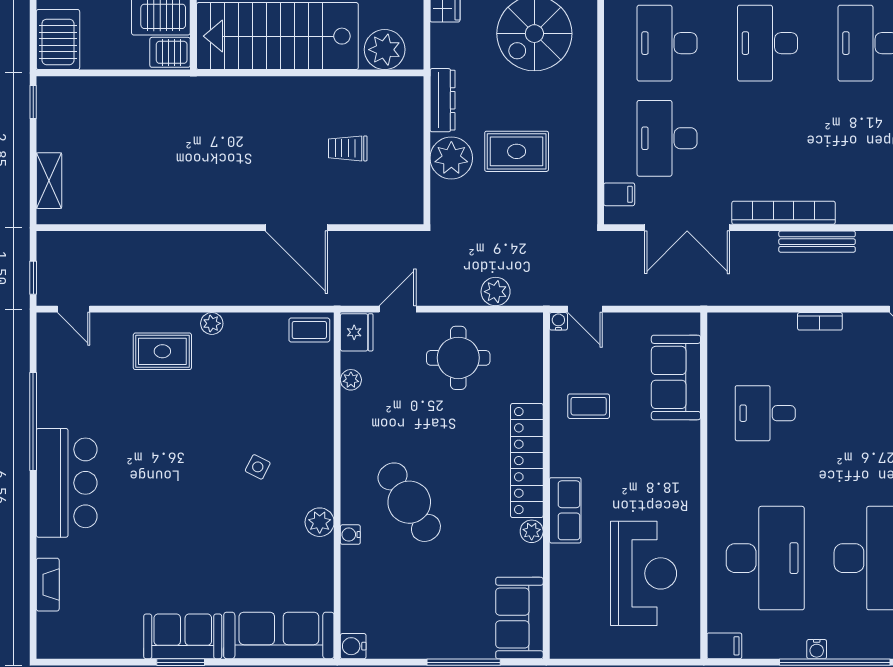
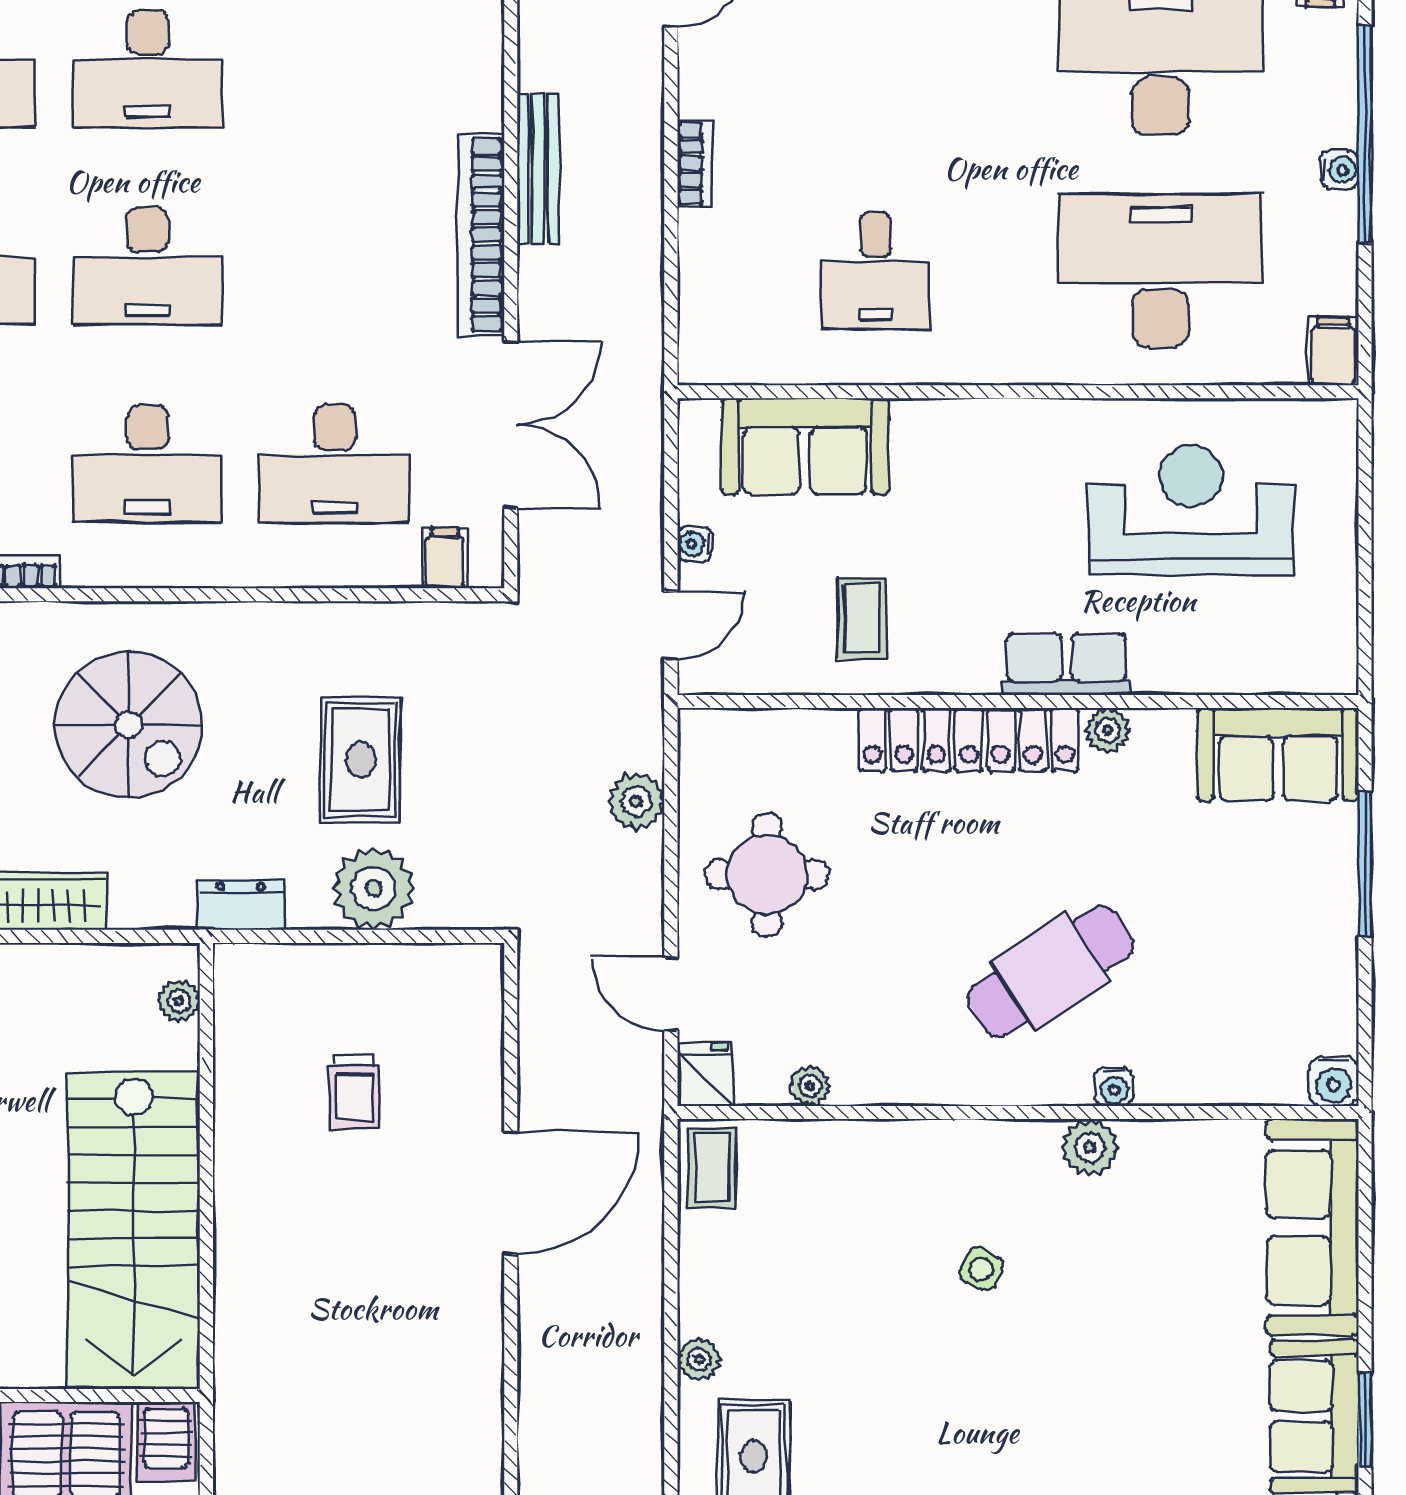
plant: (385, 50) -> (179, 1001), width x0.53, depth x0.53
dresser: (442, 100) -> (241, 906), width x0.70
water cooler: (558, 321) -> (695, 544), moved
fridge: (357, 332) -> (706, 1074), width x0.72

